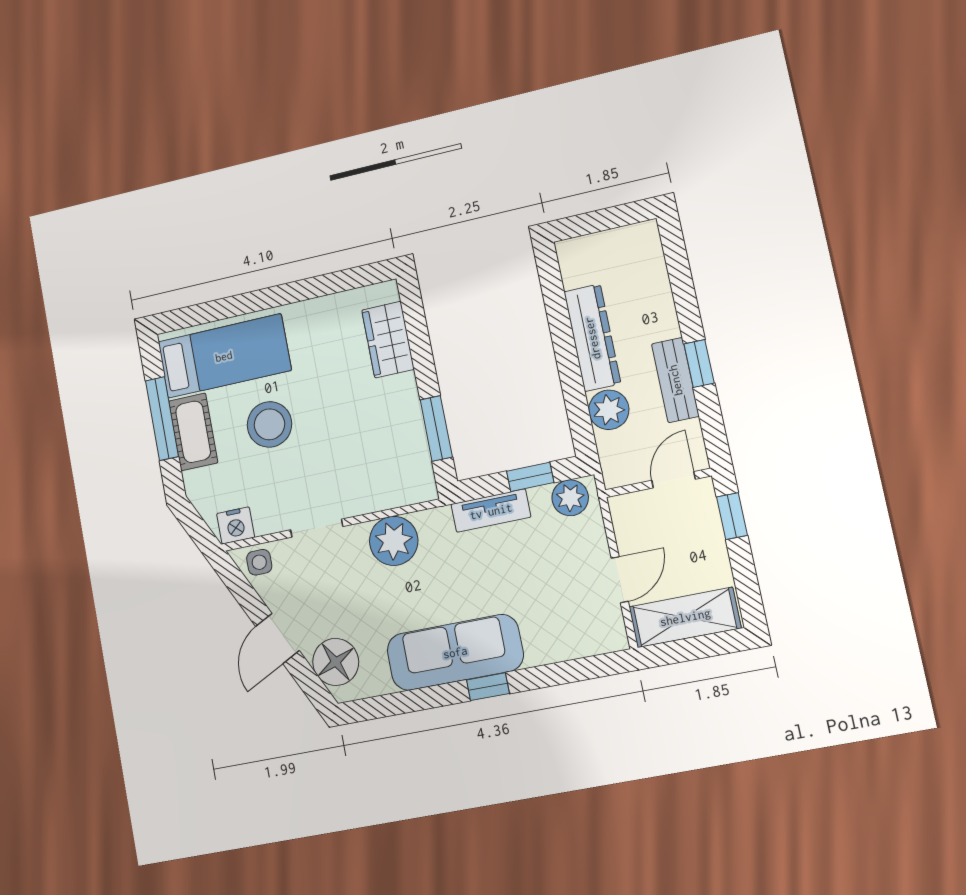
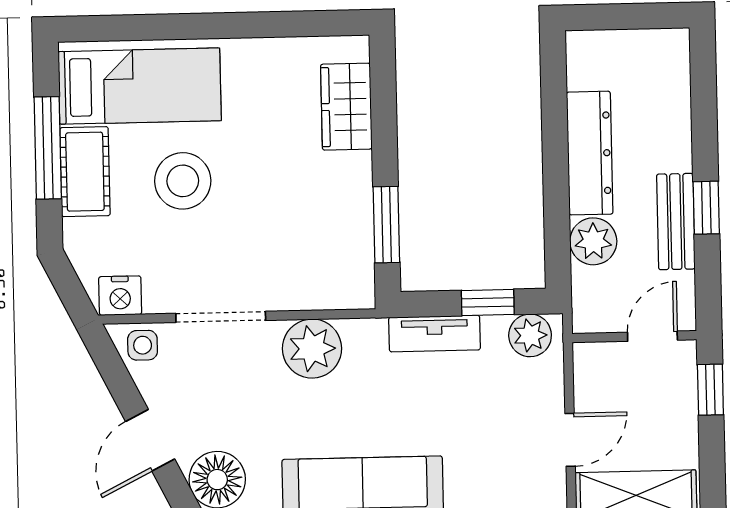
doorway: (317, 528) -> (221, 317), width x1.38

